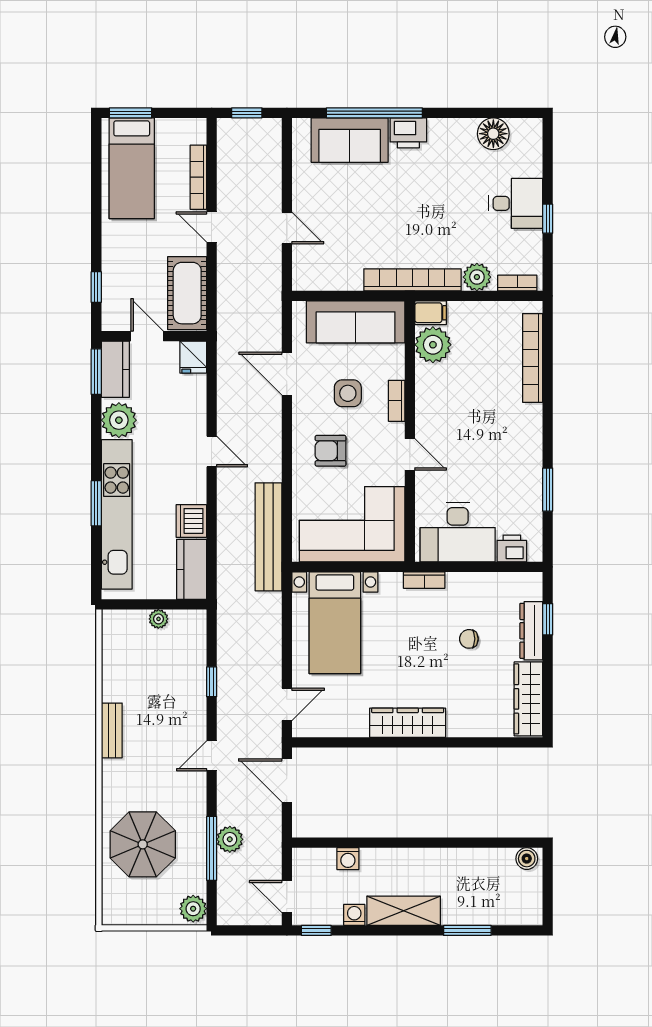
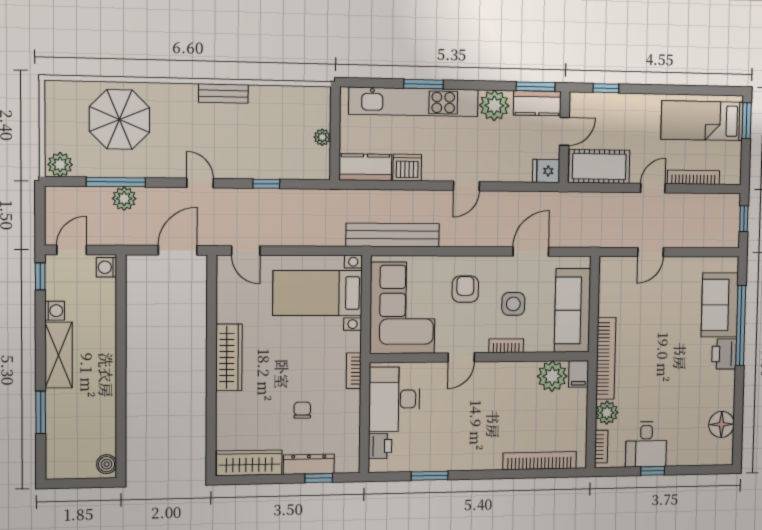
desk: (516, 203) -> (646, 444), moved
washing machine: (348, 859) -> (106, 267), moved

